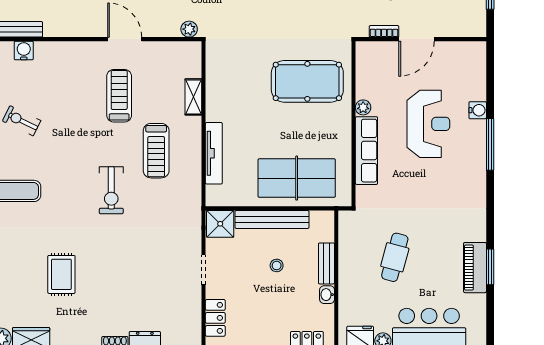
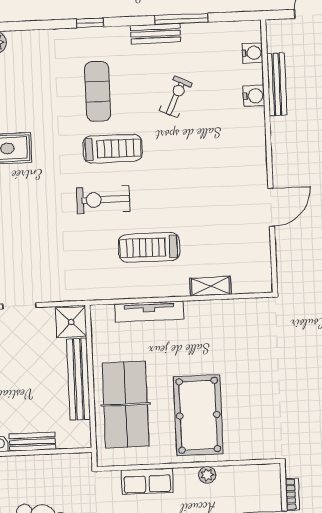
plant: (189, 29) -> (286, 278), removed
pool table: (307, 81) -> (198, 415), moved
treadmill: (119, 96) -> (113, 149), moved
row of seats: (366, 151) -> (147, 481), width x0.68
stool: (277, 265) -> (28, 387), removed

